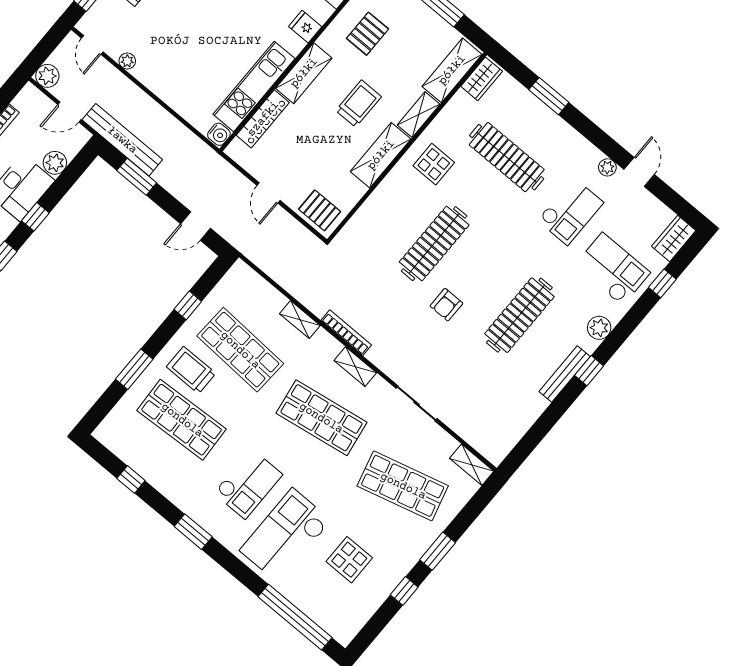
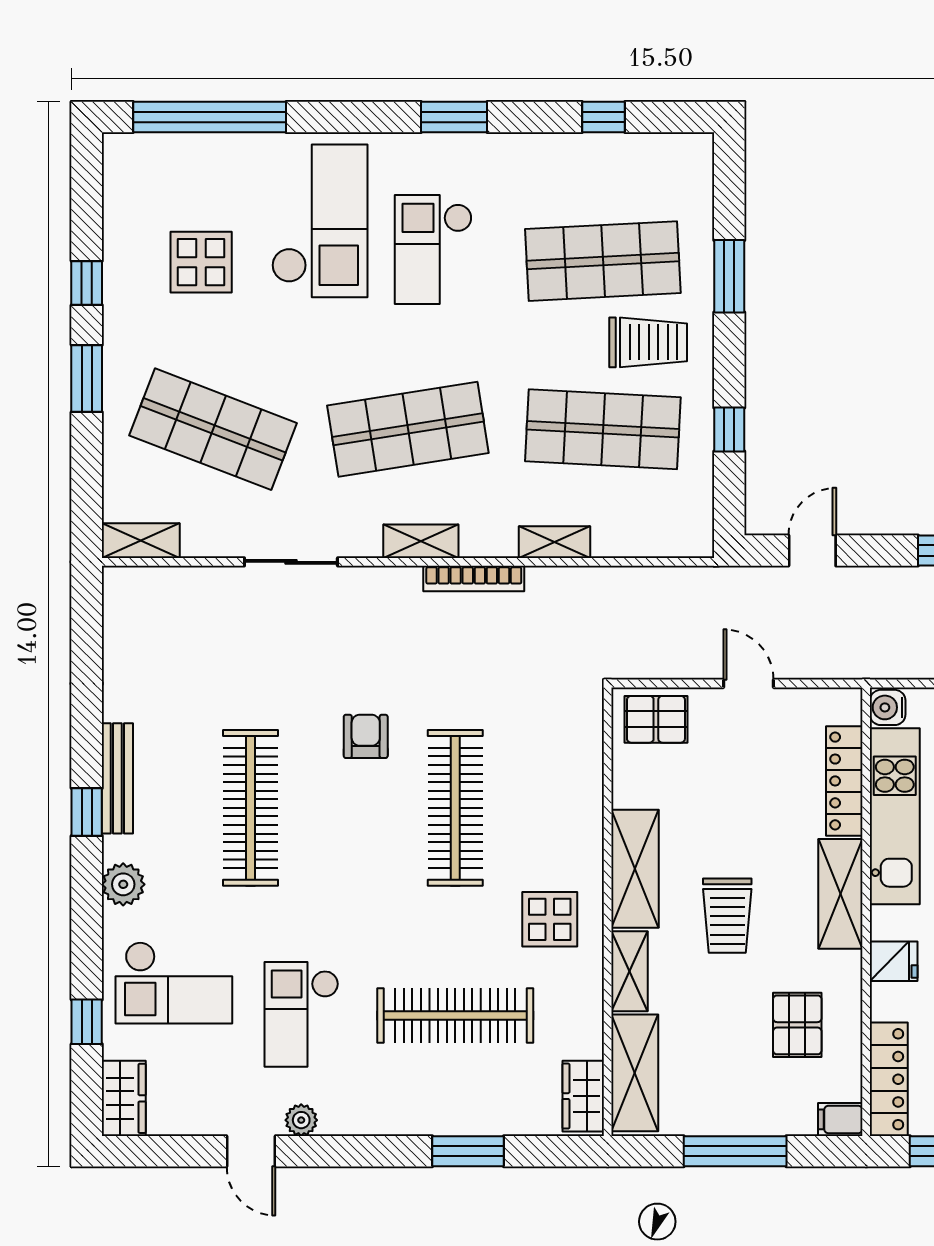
shop shelf: (403, 486) -> (213, 429), turned 36

